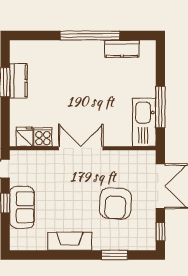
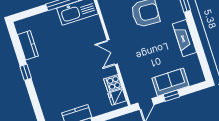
window: (90, 36) -> (26, 72), width x0.32
double door: (81, 148) -> (112, 52), width x0.73

